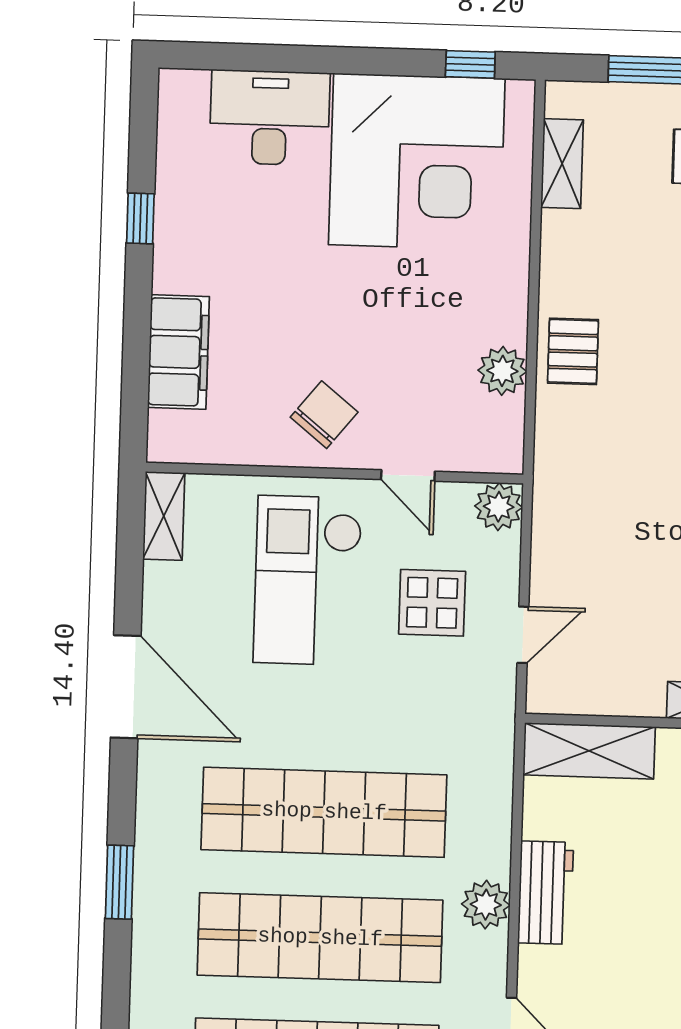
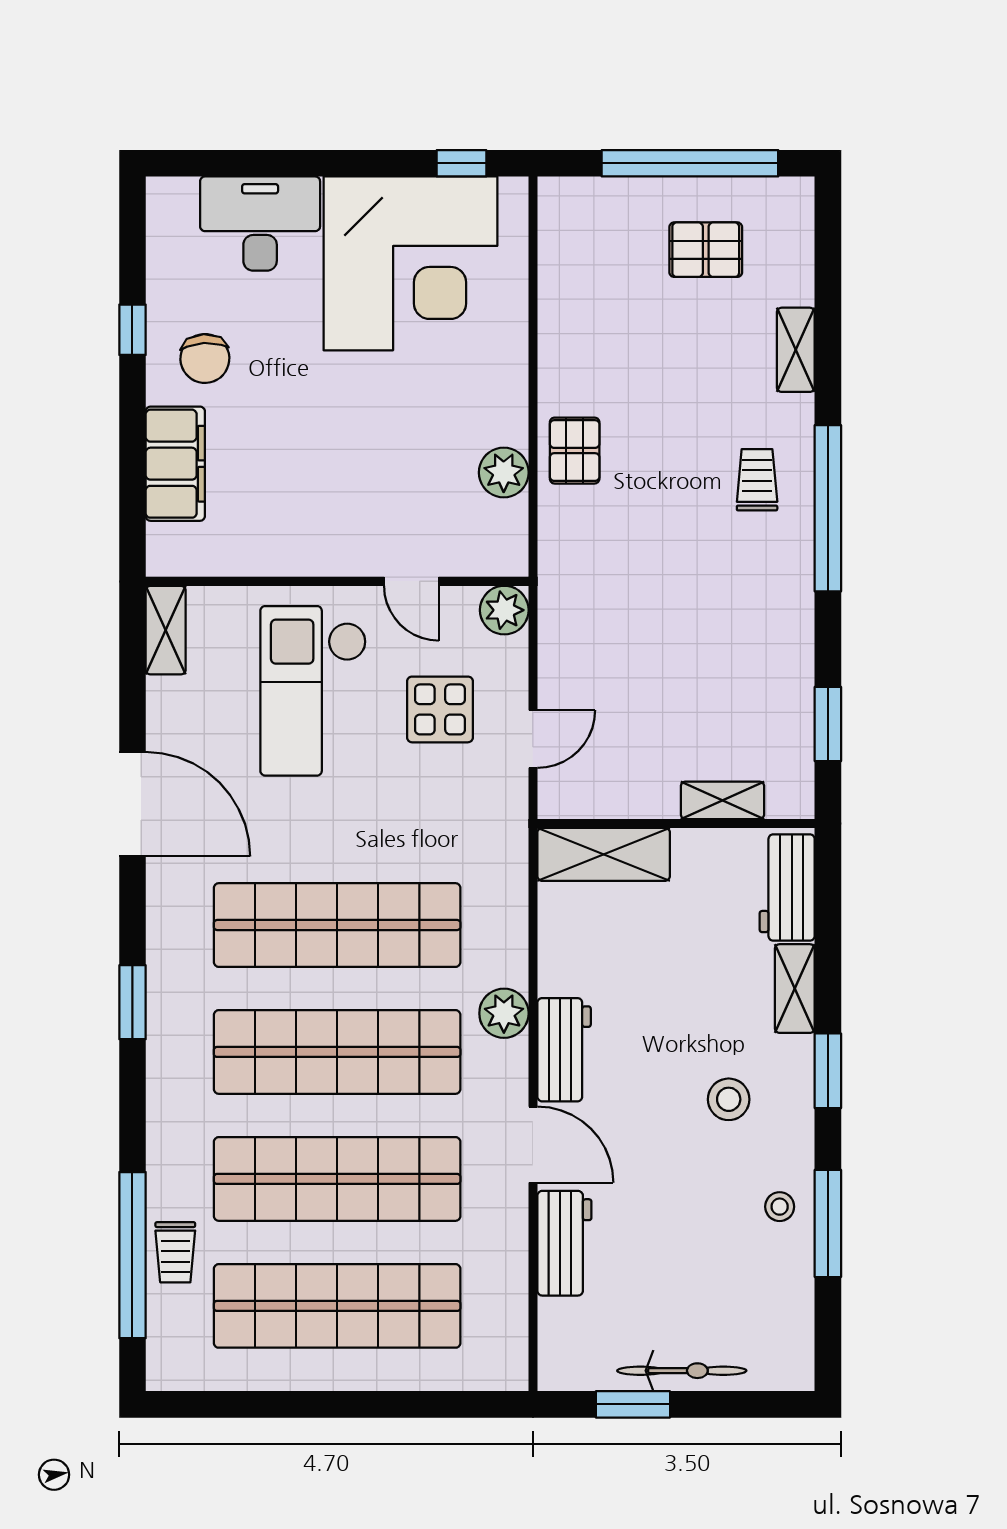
shelving: (562, 164) -> (558, 261), removed
chair: (324, 415) -> (205, 359), moved, turned 138
workbench: (546, 893) -> (564, 1050), moved

